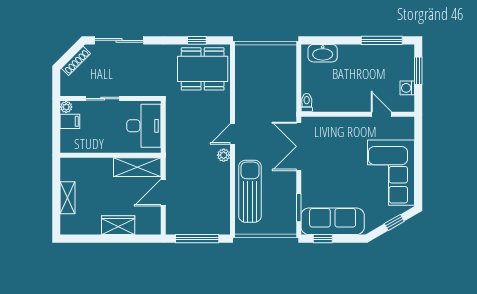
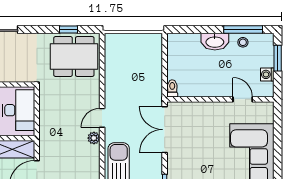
washbasin: (323, 53) -> (215, 42), moved
stool: (382, 54) -> (243, 42), added

